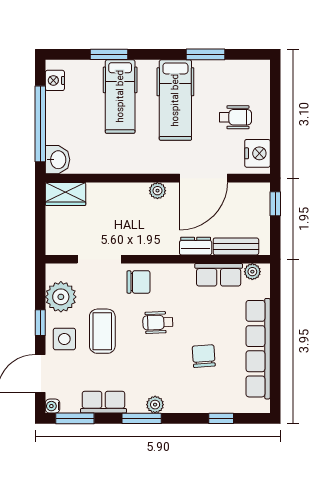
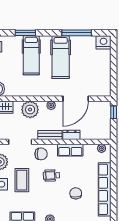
window: (205, 54) -> (77, 33), width x1.44
wheelchair: (235, 117) -> (93, 66), removed
nightstand: (257, 153) -> (103, 42), moved, turned -90
plant: (118, 198) -> (30, 110), added
bench: (236, 246) -> (50, 135), moved
row of seats: (219, 275) -> (70, 150), moved

